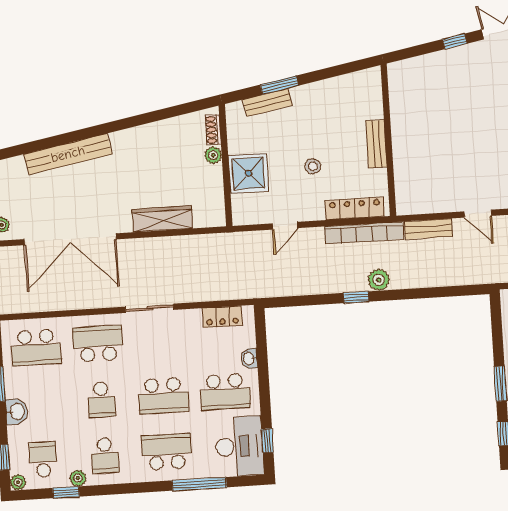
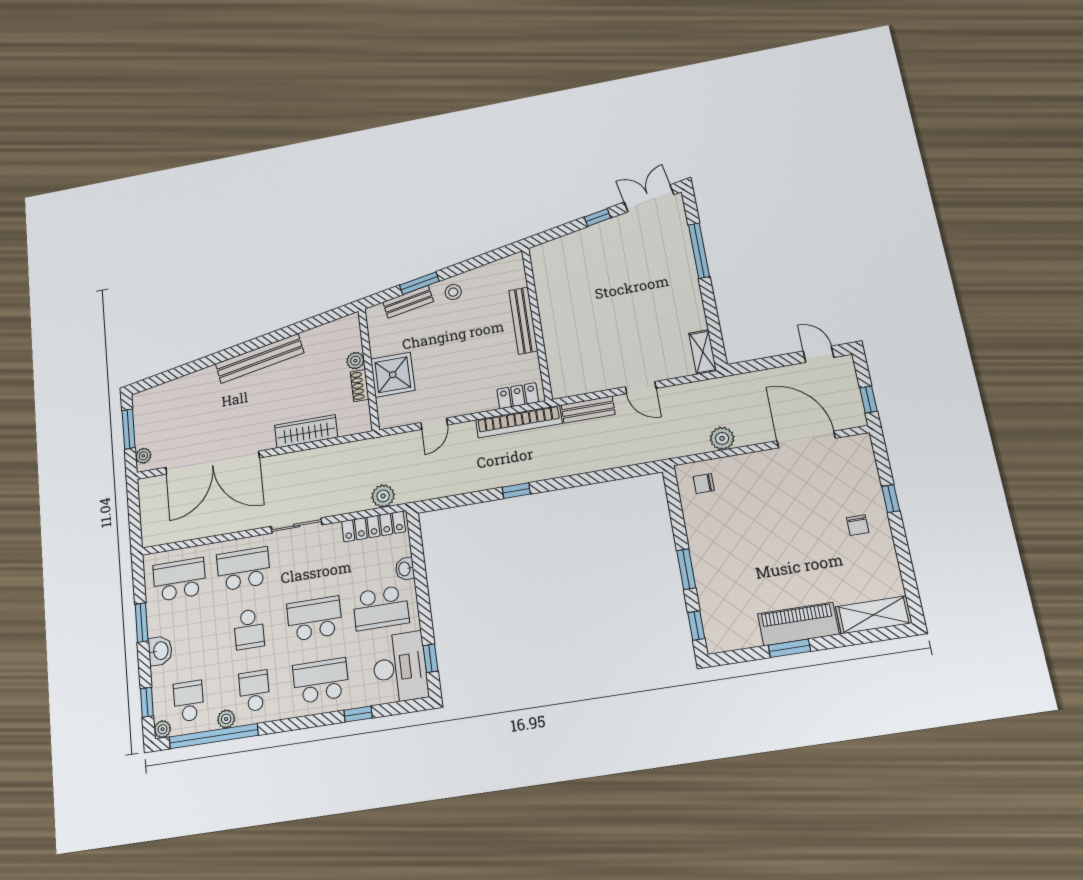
shoe rack: (213, 130) -> (360, 386), moved
bench: (376, 144) -> (523, 321), width x1.36
bench: (68, 154) -> (260, 358), moved
stool: (313, 166) -> (453, 292), moved
locker: (355, 209) -> (518, 396), width x0.66
plant: (379, 280) -> (383, 496), moved
locker: (222, 317) -> (373, 527), width x1.53
school desk: (36, 348) -> (179, 579), turned 180
school desk: (163, 396) -> (314, 619), turned 180
school desk: (105, 456) -> (254, 691), turned 180
window: (199, 484) -> (358, 714), width x0.46
window: (66, 492) -> (214, 736), width x3.17

